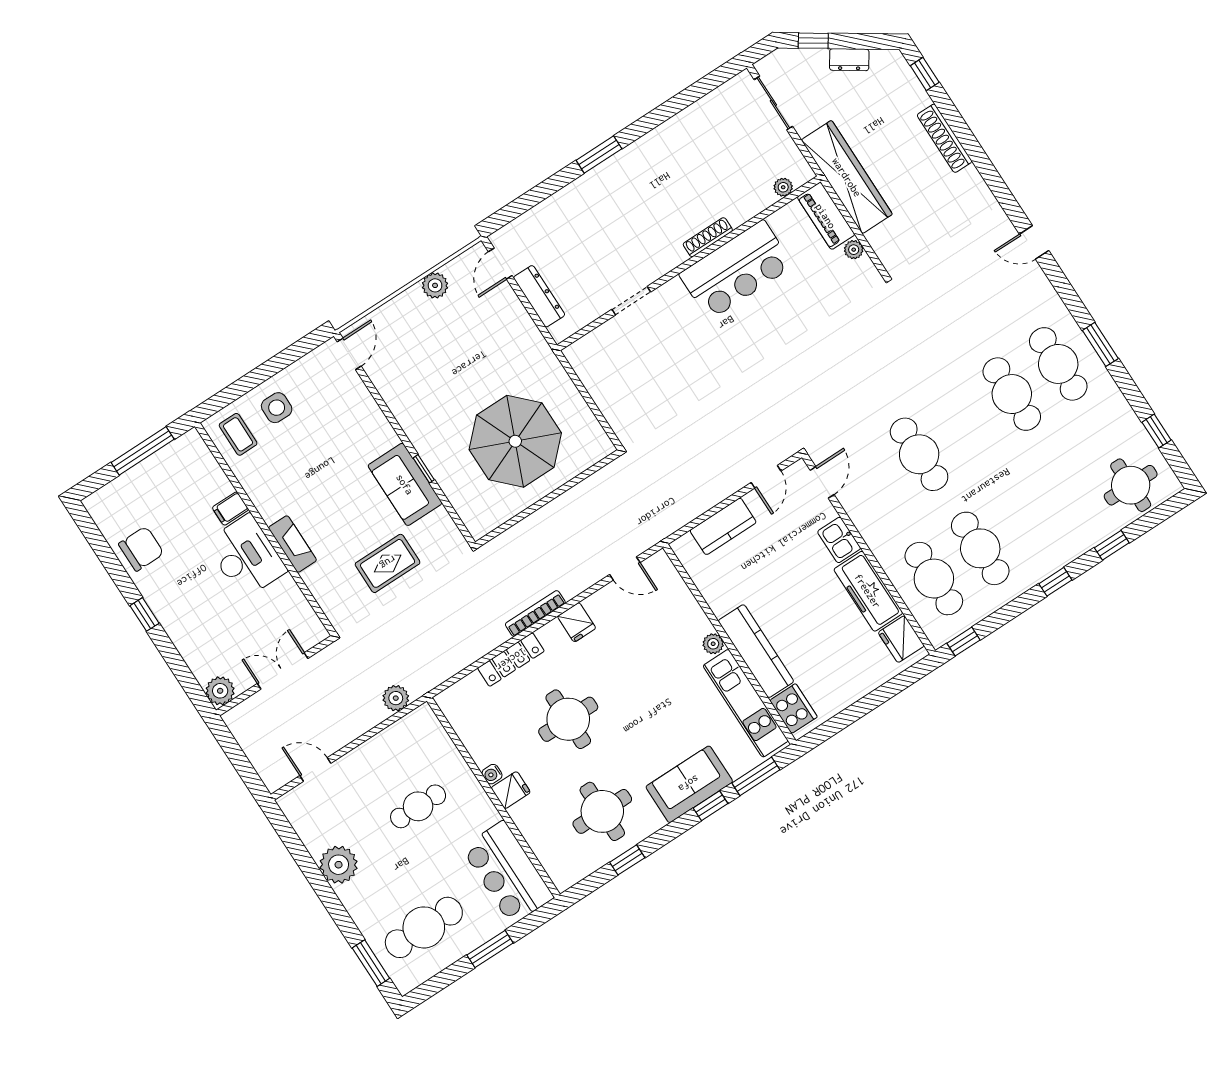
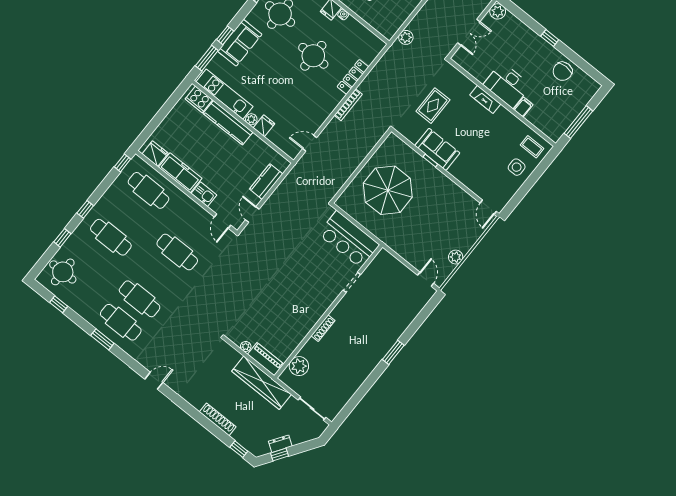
window: (813, 41) -> (279, 455), moved
plant: (783, 187) -> (299, 366), width x1.87, depth x1.87
bar counter: (736, 270) -> (349, 239), moved, turned -90
dresser: (539, 296) -> (400, 269), removed
cafe table: (980, 548) -> (111, 237), moved
fridge: (577, 622) -> (264, 126), moved, turned 90

